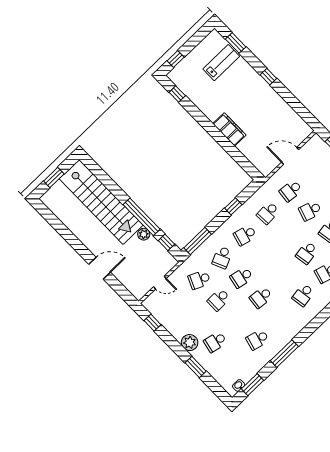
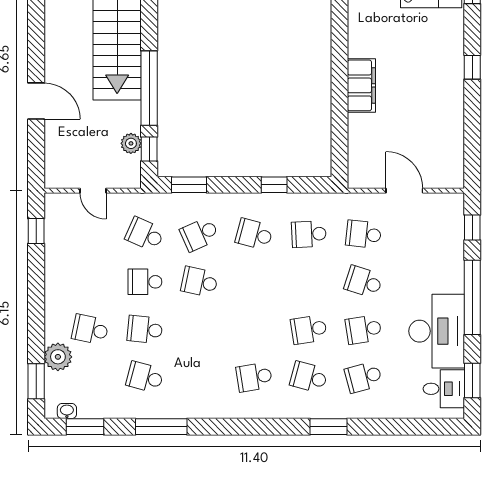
plant: (144, 234) -> (131, 143), moved
window: (198, 241) -> (189, 185), width x0.69
school desk: (261, 297) -> (145, 329), moved
plant: (190, 343) -> (58, 357), moved
window: (196, 367) -> (36, 381), moved

